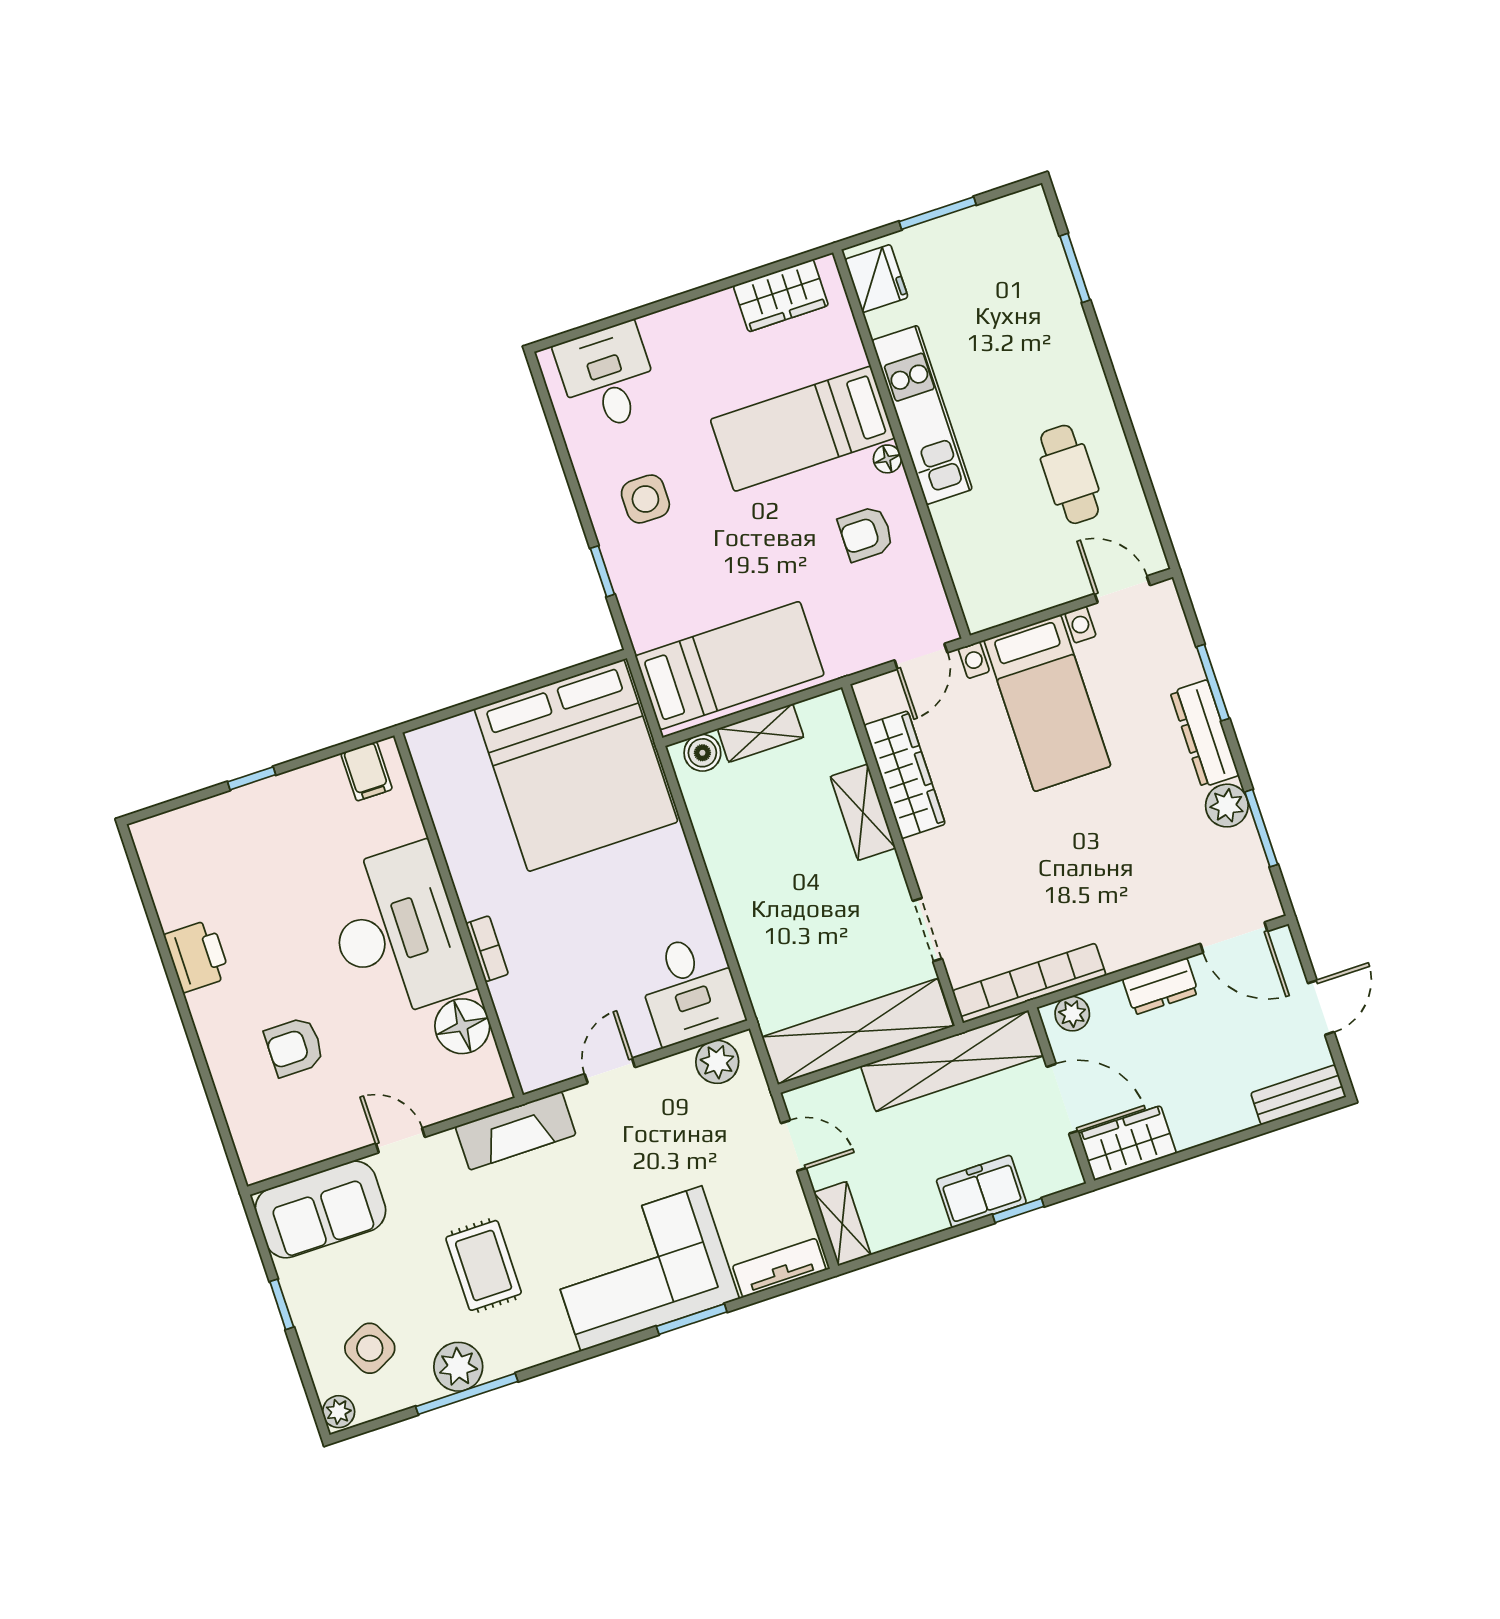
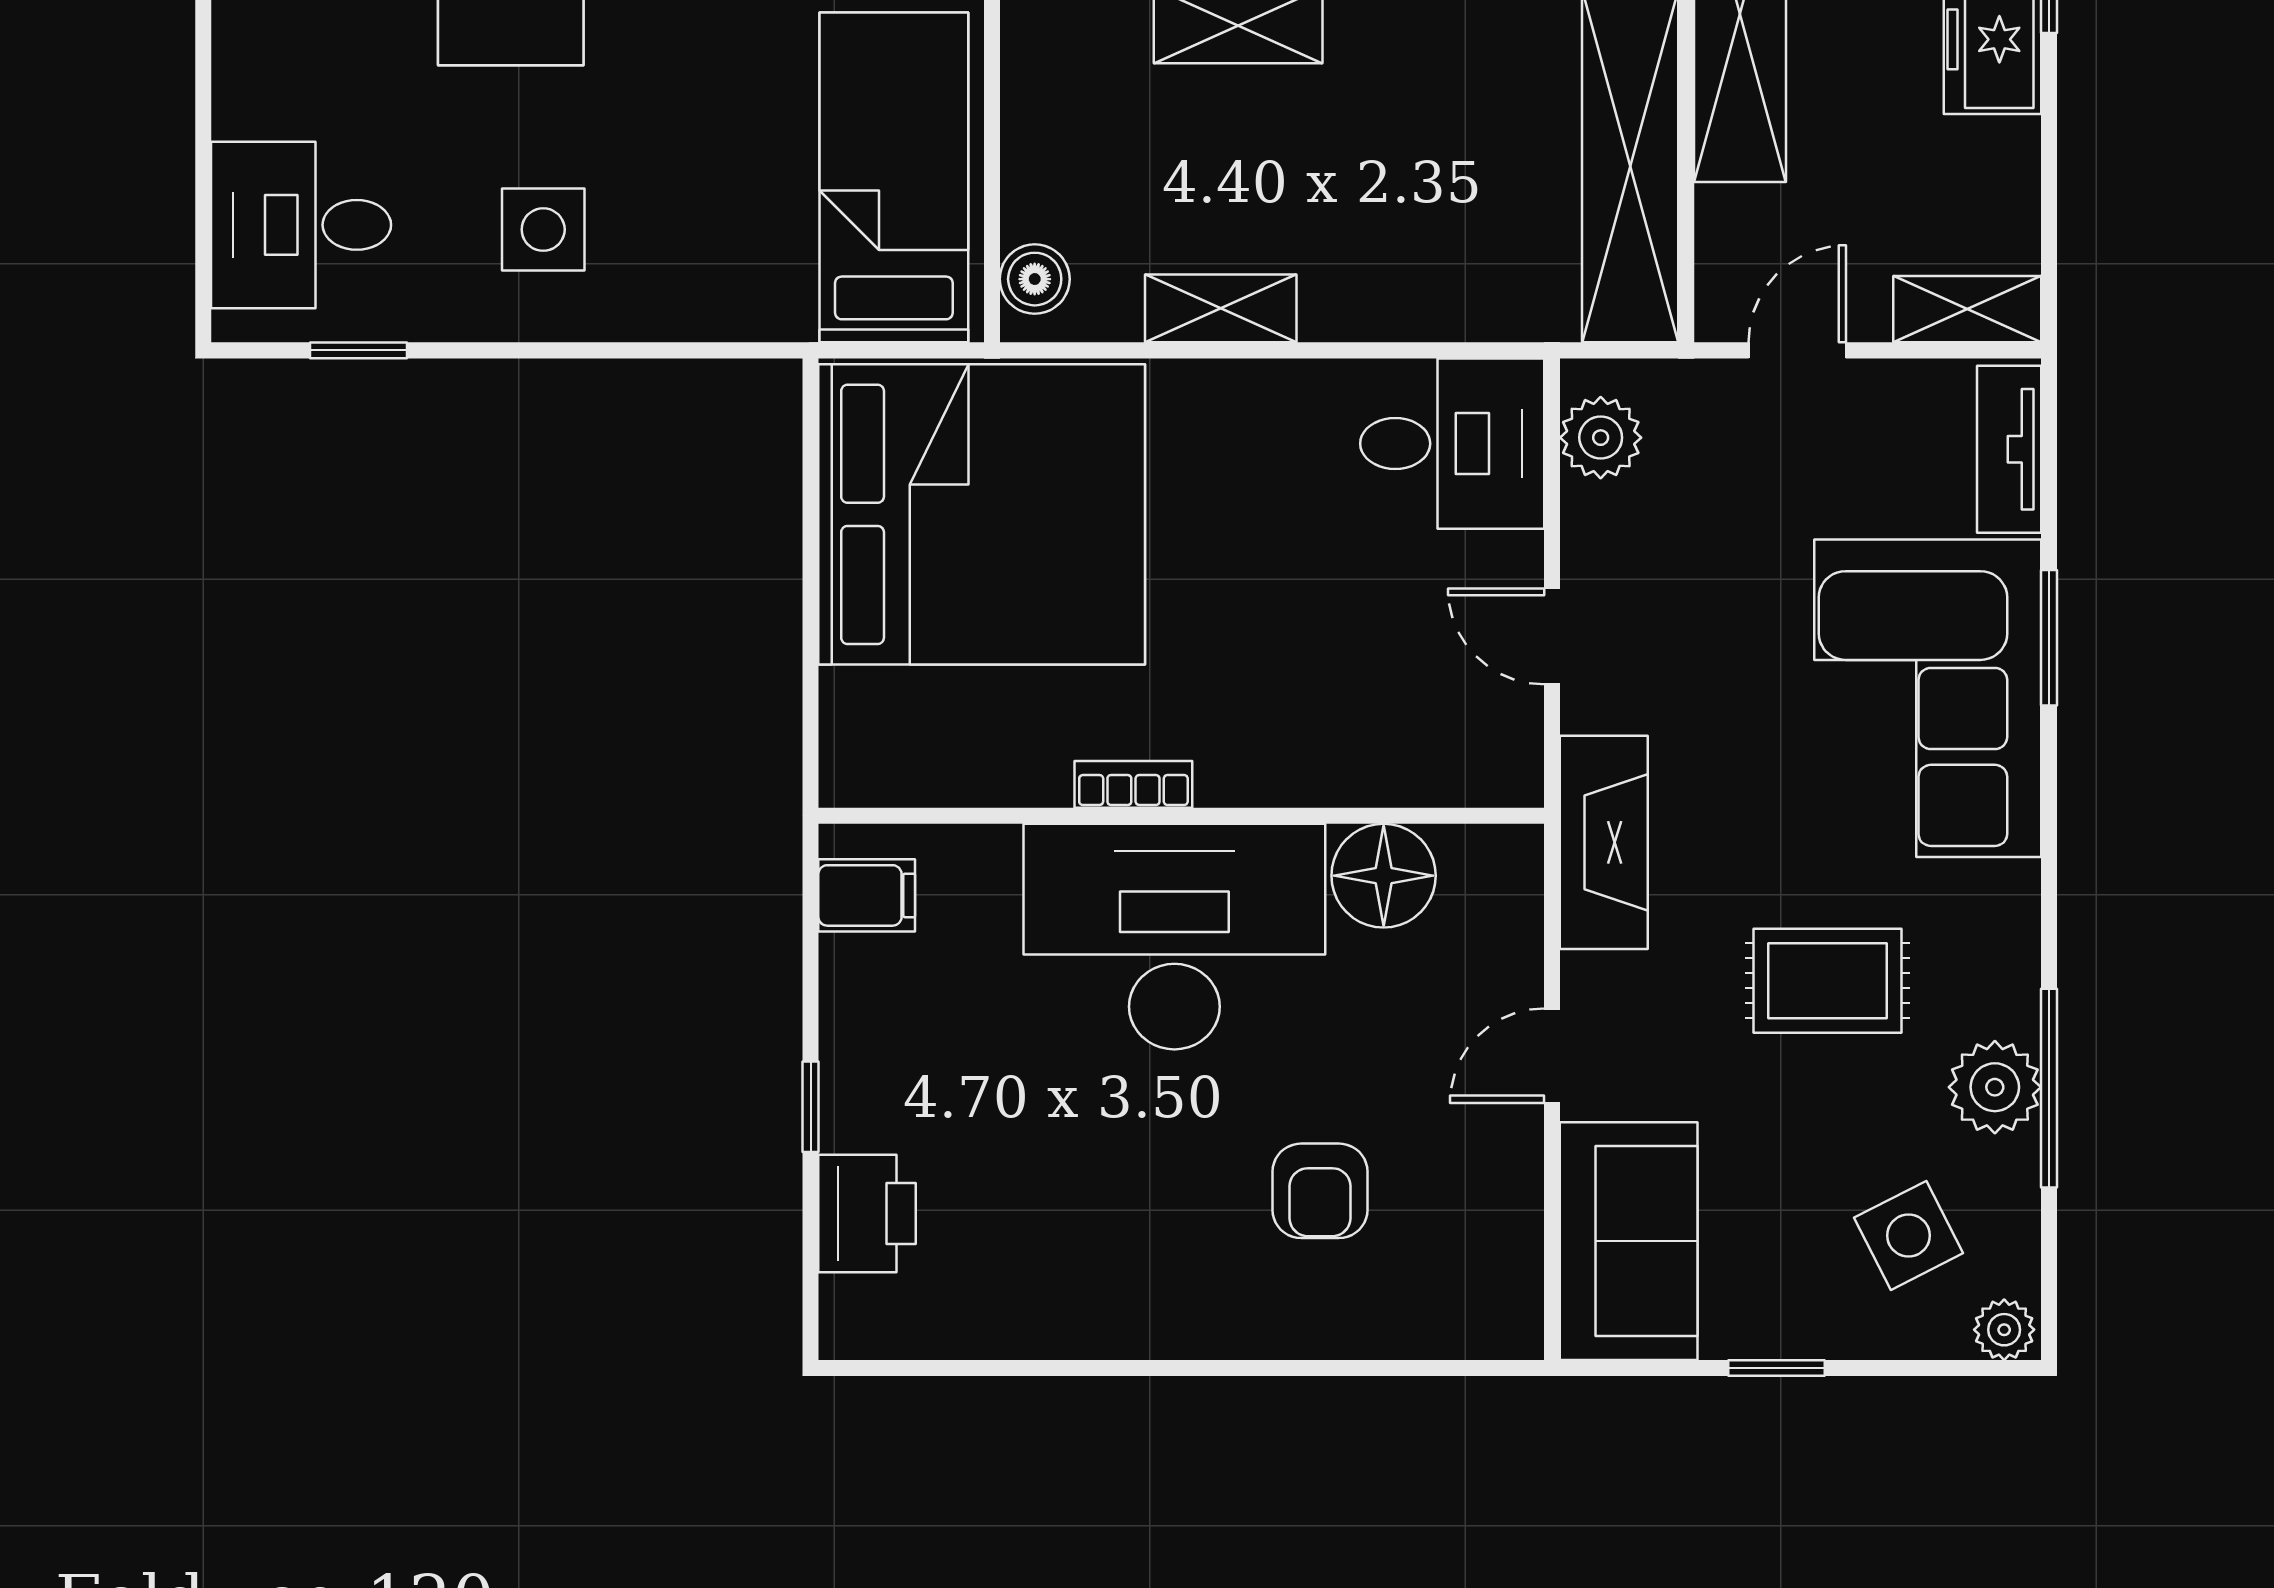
window: (602, 571) -> (359, 350), moved
shelving: (761, 733) -> (1221, 308), moved, turned 90
bookcase: (487, 949) -> (1133, 784), moved
printer: (197, 956) -> (867, 1213), moved, turned 90

